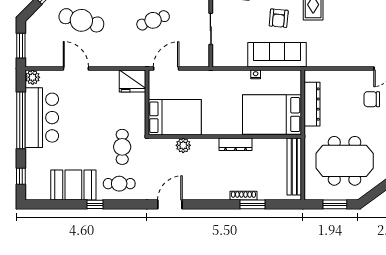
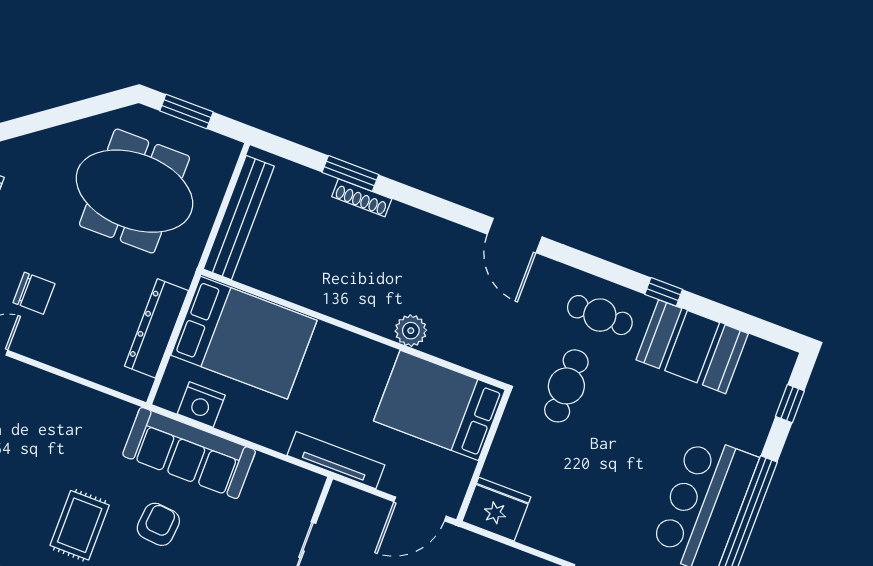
nightstand: (256, 74) -> (201, 405), moved, width x1.89, depth x1.79
tv unit: (211, 76) -> (336, 460), added
dresser: (236, 144) -> (339, 306), removed
plant: (183, 145) -> (411, 331), moved
door: (170, 204) -> (515, 236), hinge flipped

